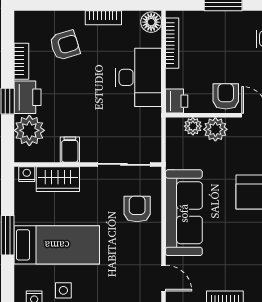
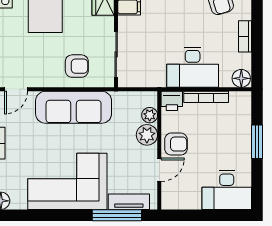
bookcase: (172, 43) -> (206, 97), moved

